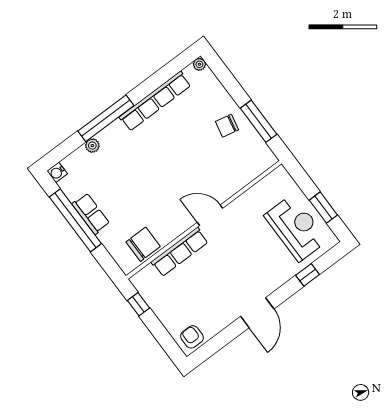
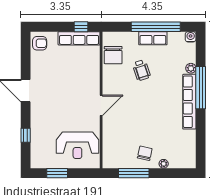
plant: (199, 64) -> (164, 164), moved
row of seats: (155, 101) -> (189, 102), moved
wheelchair: (136, 200) -> (141, 70), added
reception desk: (296, 228) -> (77, 145), moved
row of seats: (180, 252) -> (79, 38), moved, turned -90

